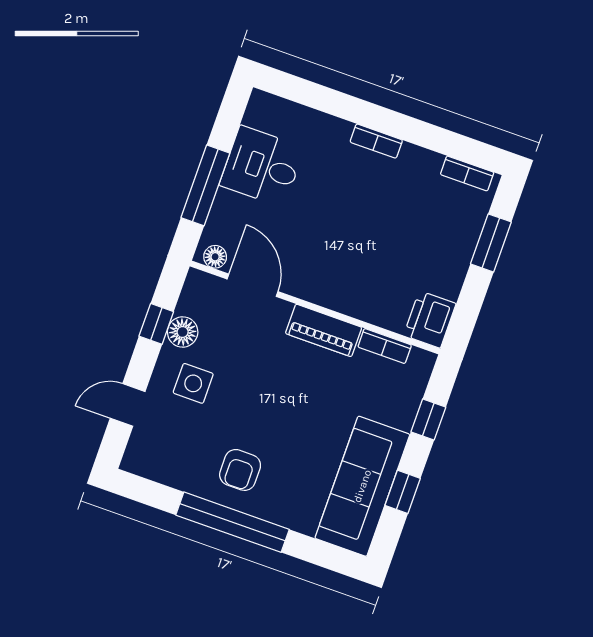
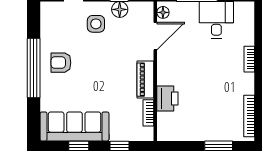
bookcase: (376, 141) -> (249, 59), moved
bookcase: (467, 173) -> (249, 116), width x1.56
printer: (430, 319) -> (167, 98), moved, turned 90

